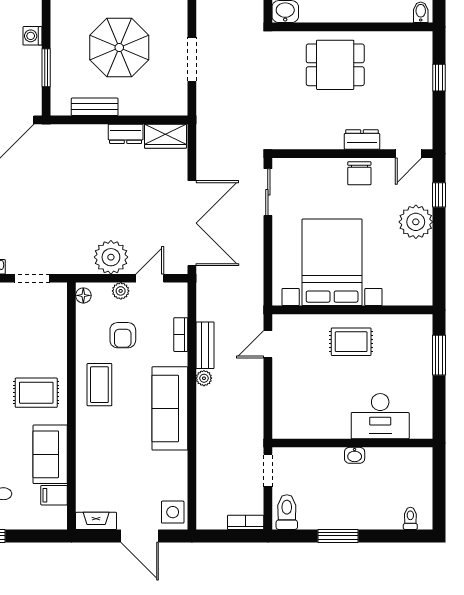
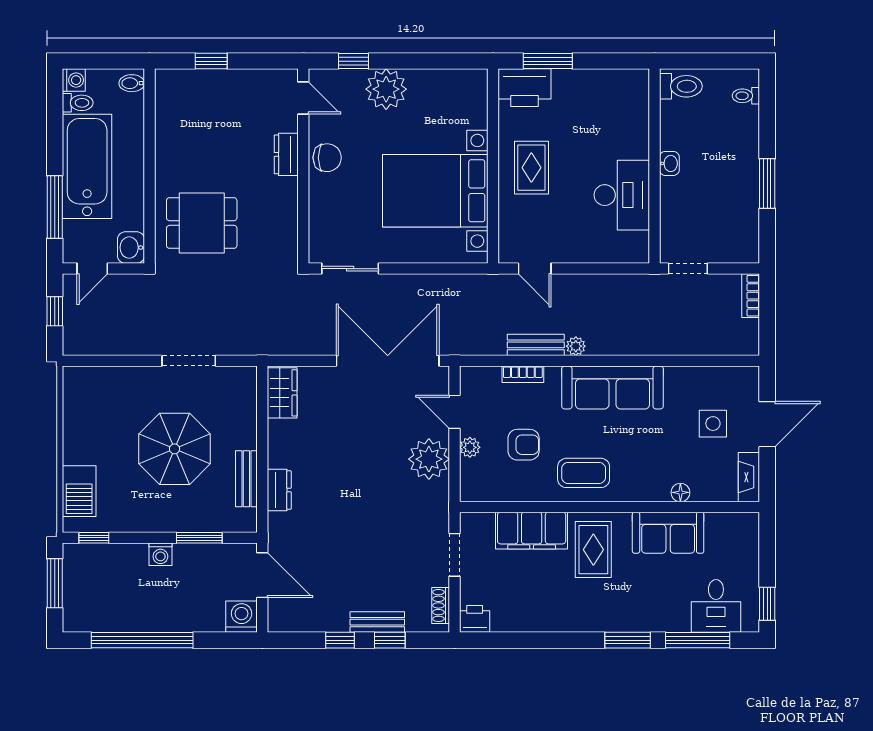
dining table: (335, 65) -> (202, 223), moved, turned 90
dresser: (126, 134) -> (279, 490), moved
floor lamp: (83, 295) -> (680, 492), moved
printer: (417, 336) -> (524, 88), added
desk: (380, 416) -> (622, 195), moved
filing cabinet: (54, 495) -> (532, 531), moved, width x3.00, depth x1.17
side table: (173, 512) -> (713, 424), moved
toilet: (287, 512) -> (681, 86), moved, turned 180

